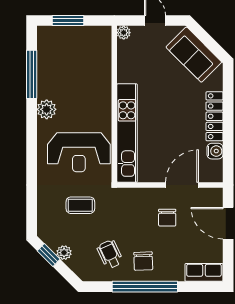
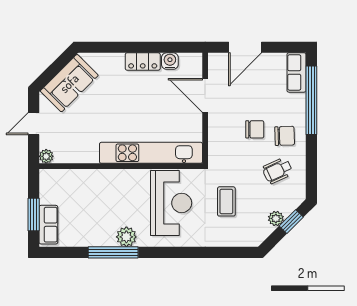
row of seats: (58, 35) -> (48, 225), added
window: (32, 74) -> (113, 252), moved
locker: (215, 116) -> (143, 62), width x0.66
chair: (167, 218) -> (255, 129), moved
window: (49, 255) -> (291, 222), moved
window: (145, 287) -> (311, 100), moved

